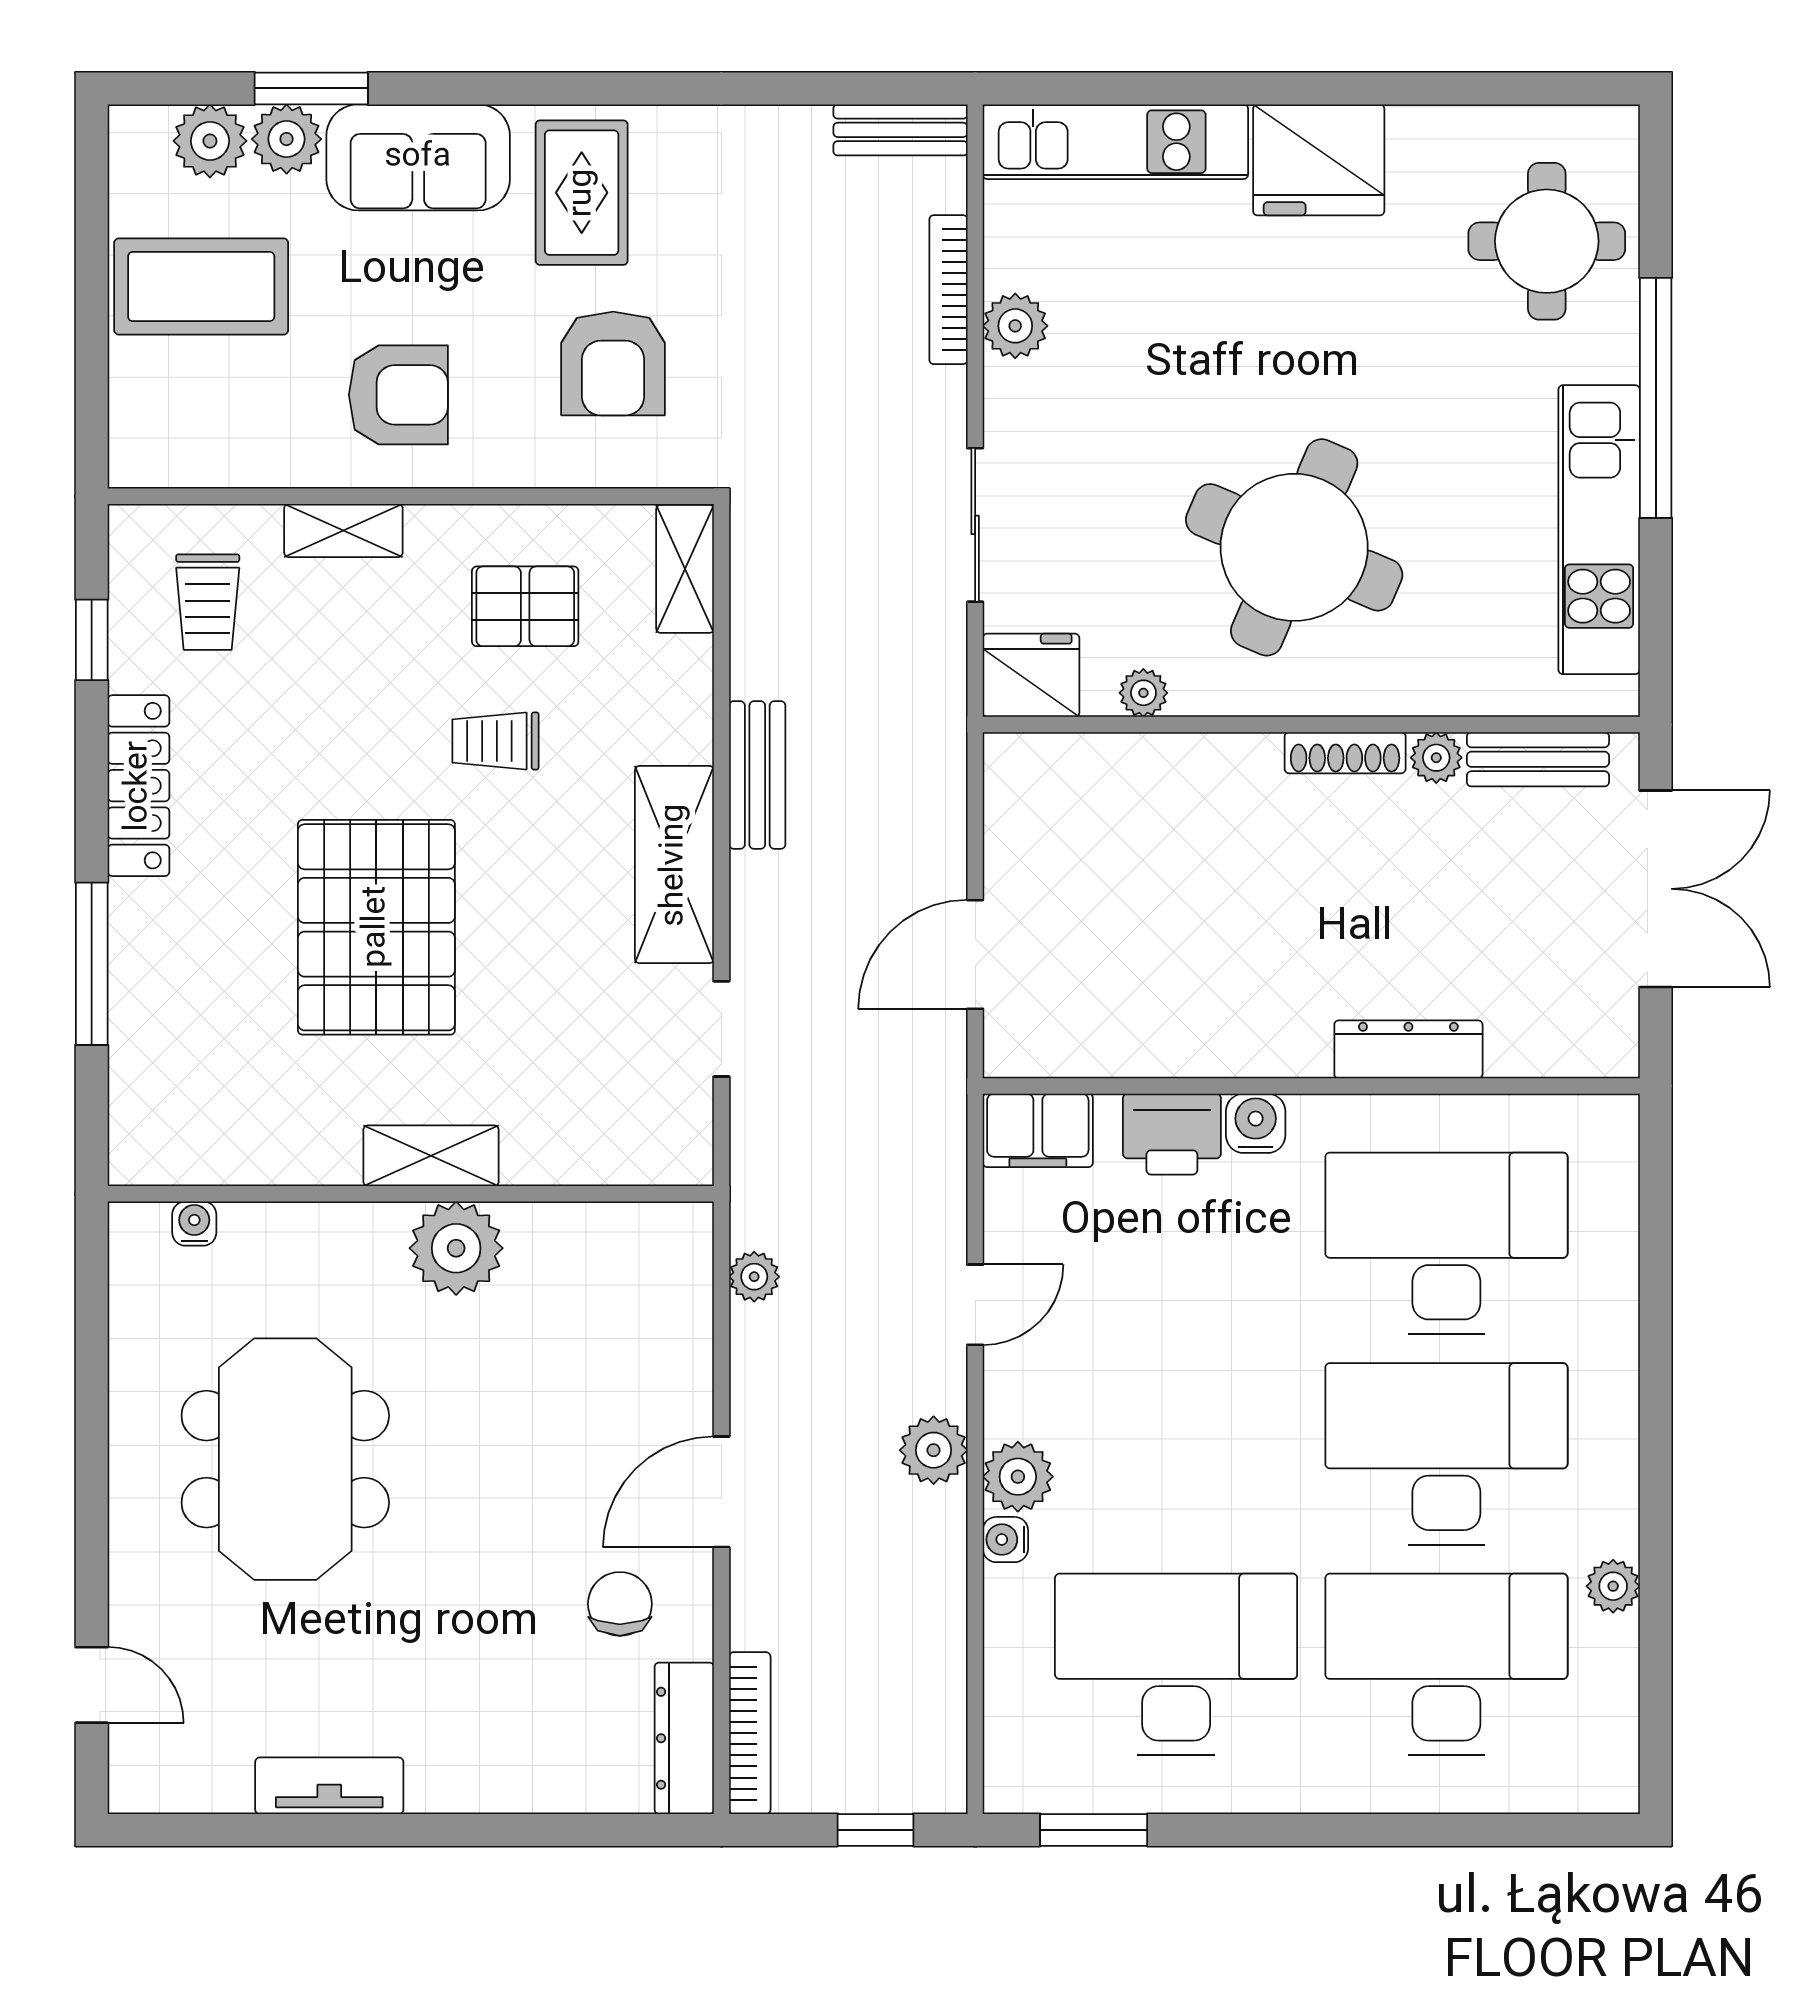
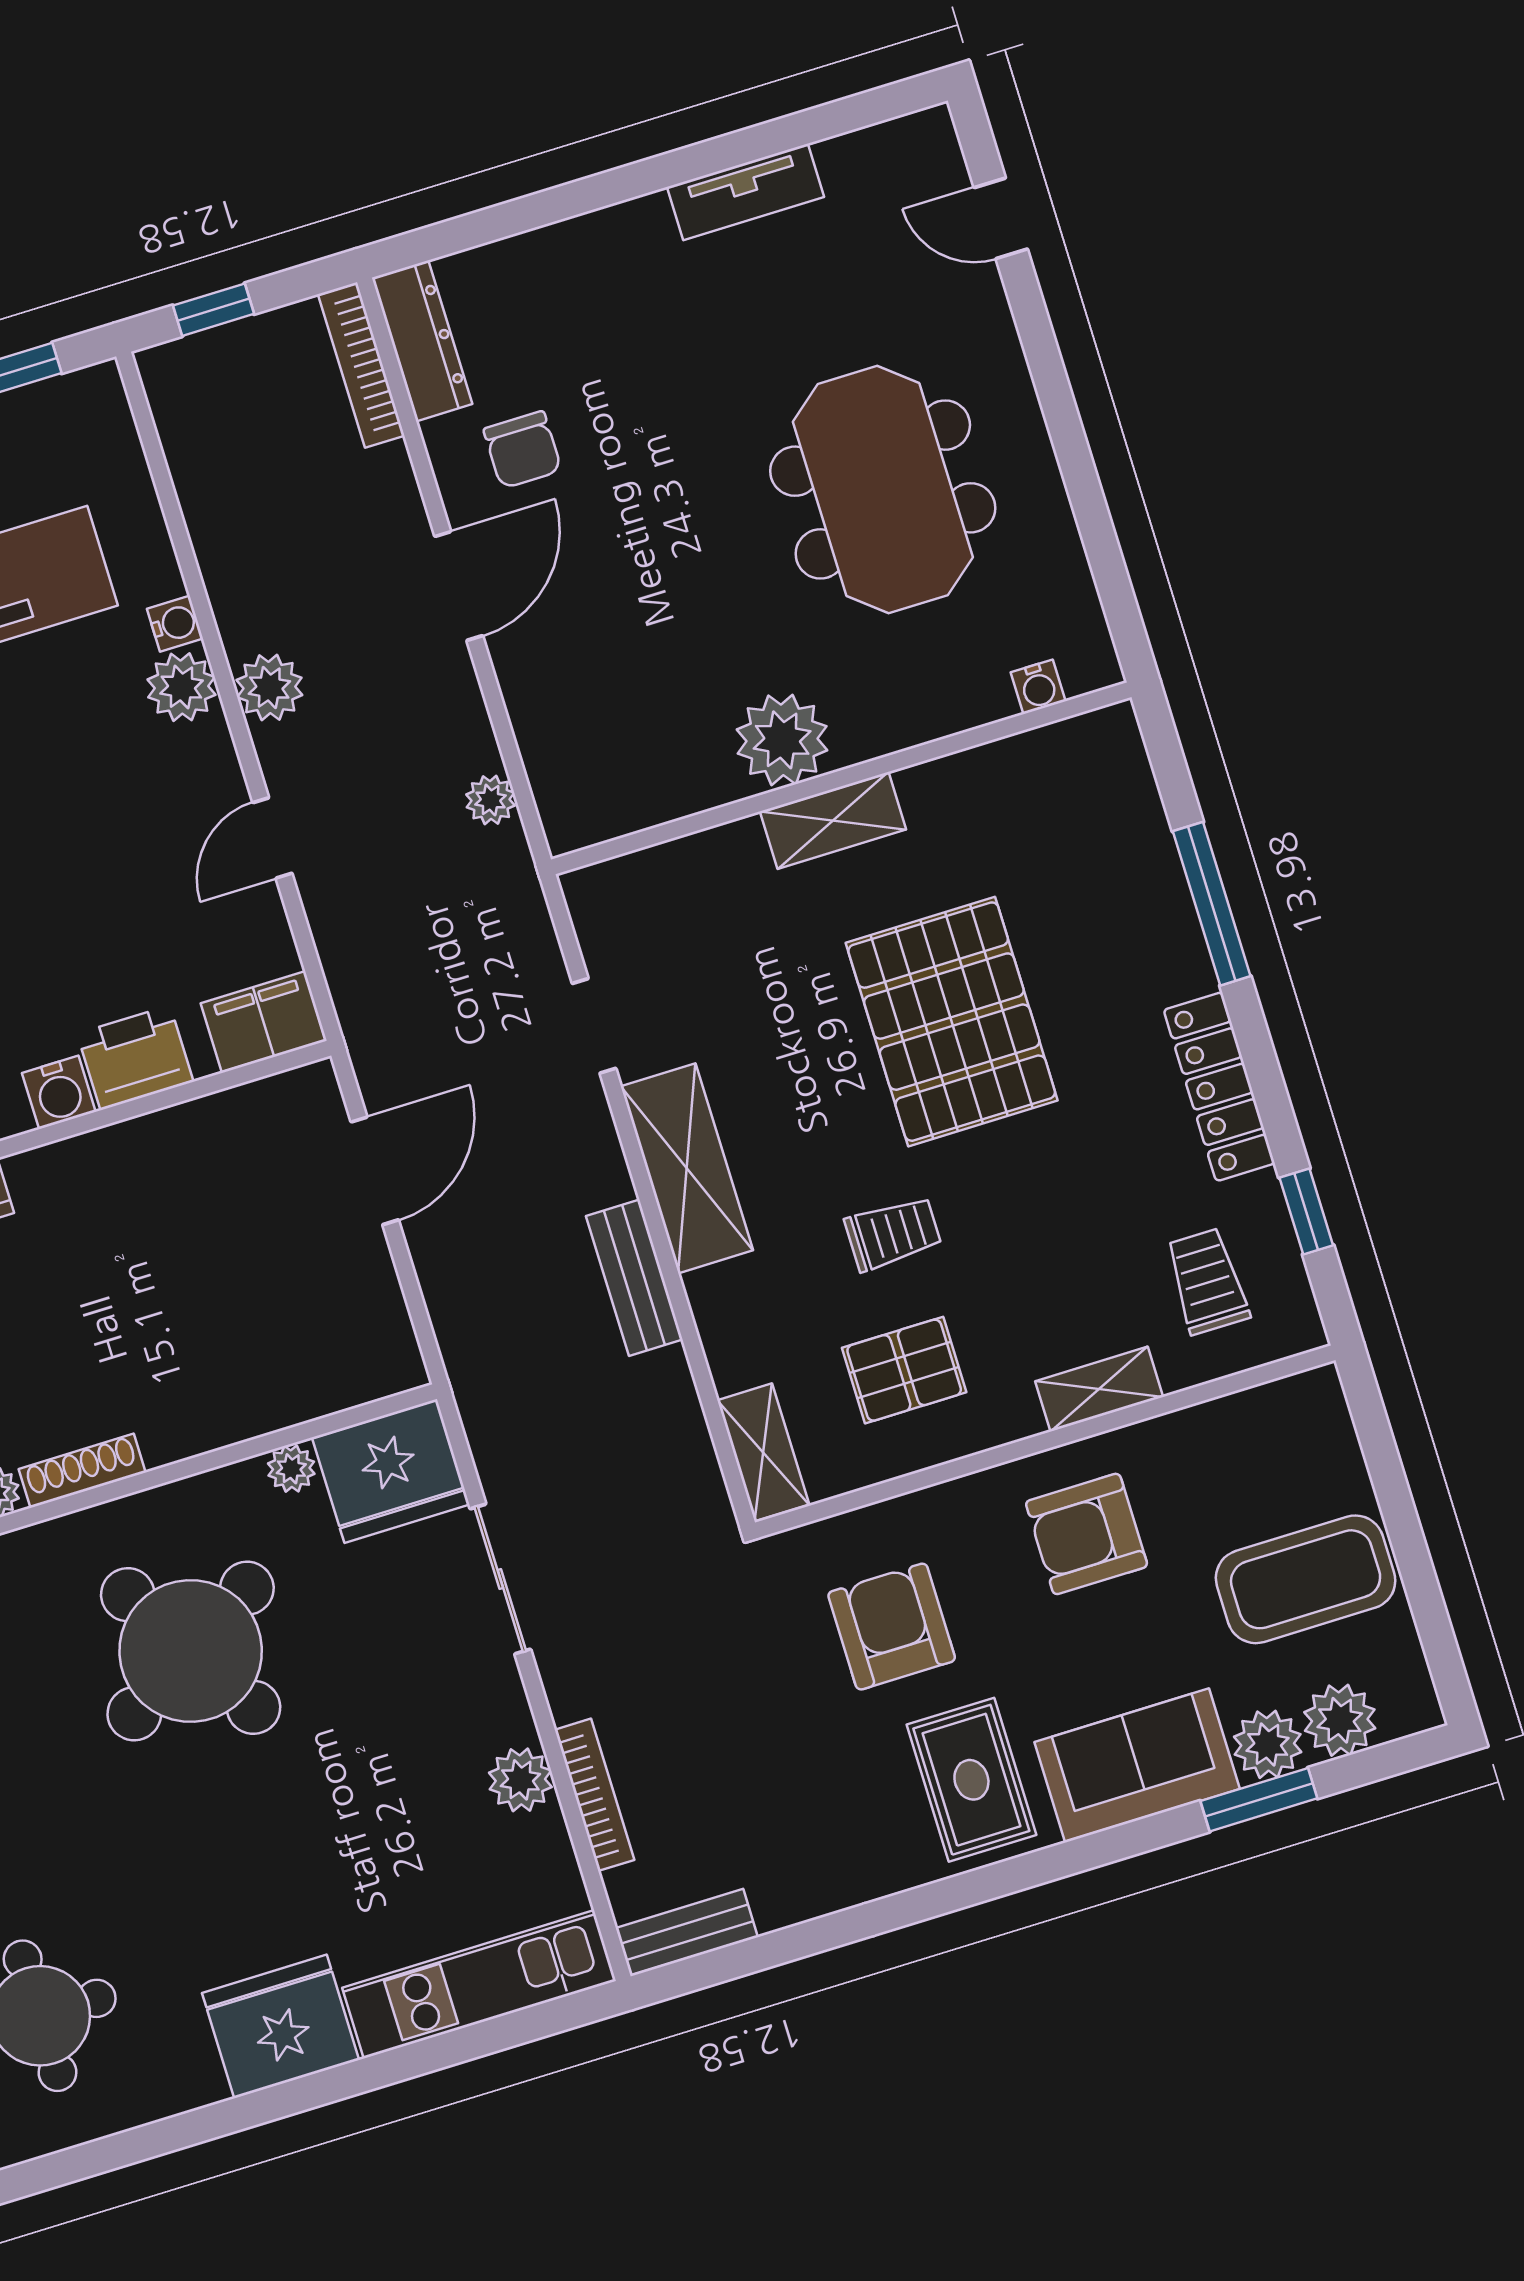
round table: (1294, 547) -> (191, 1651), turned 36
fridge: (1031, 675) -> (391, 1471), width x1.36, depth x1.34

